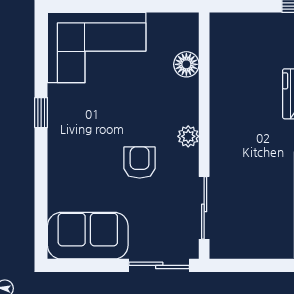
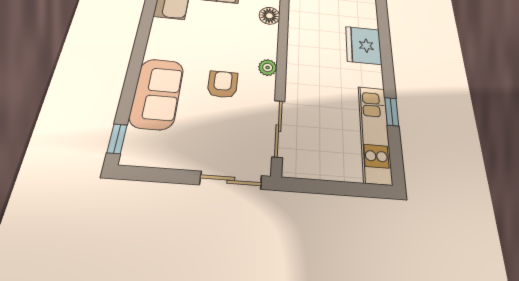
window: (41, 113) -> (117, 139), moved
sofa: (88, 236) -> (157, 93), moved, turned 90

